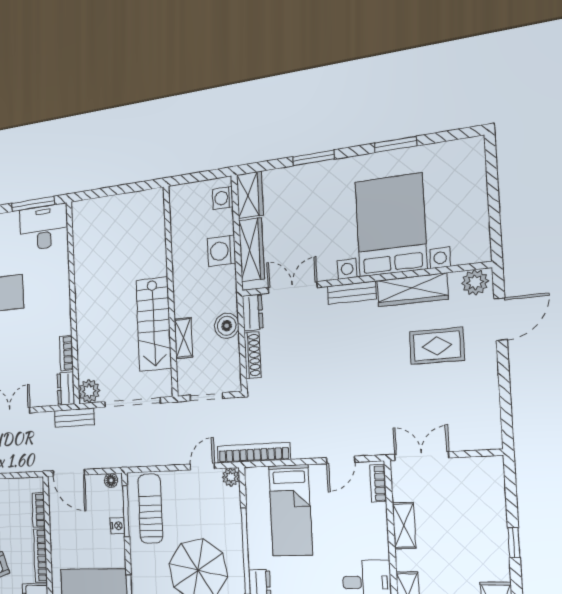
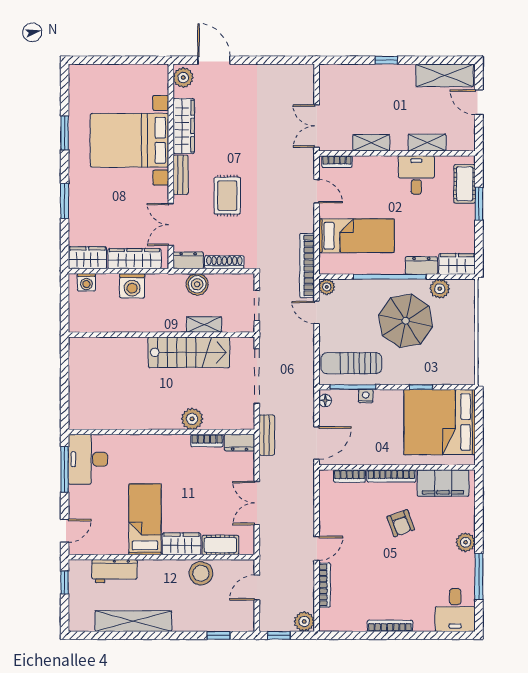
rug: (437, 346) -> (227, 196), moved
plant: (89, 391) -> (192, 419), moved

